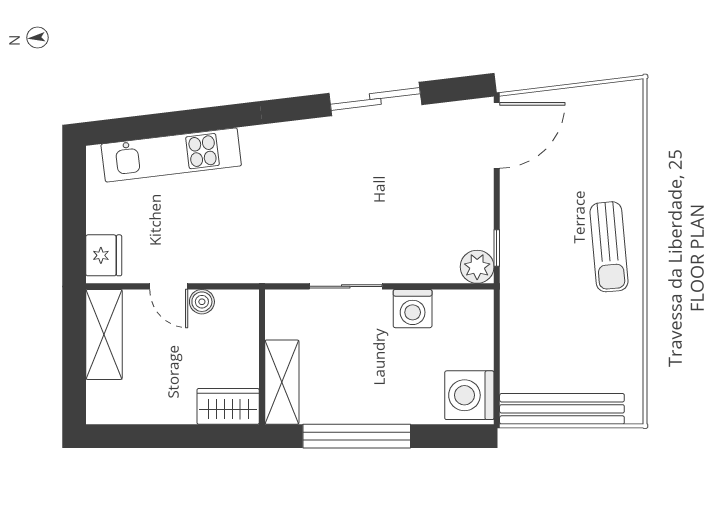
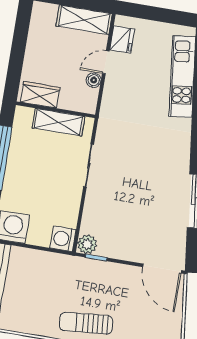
fridge: (104, 255) -> (122, 39), moved, turned -90
washing machine: (413, 309) -> (63, 239), moved
shelving: (282, 382) -> (58, 122), moved
wardrobe: (228, 406) -> (40, 95), moved, turned -90

